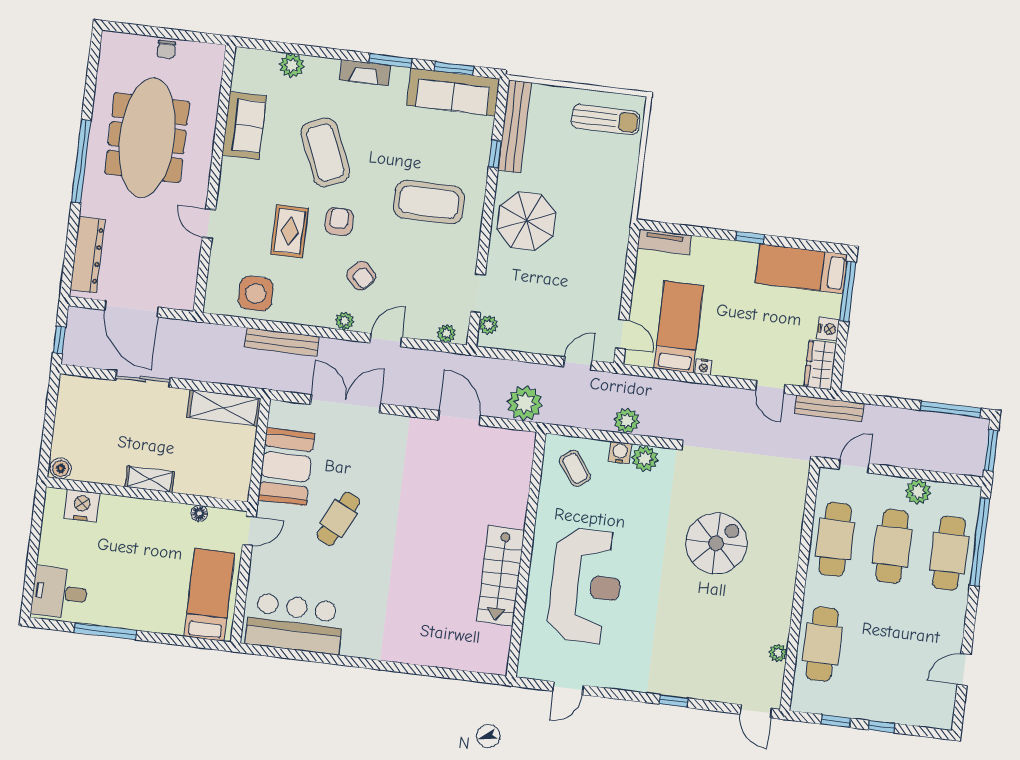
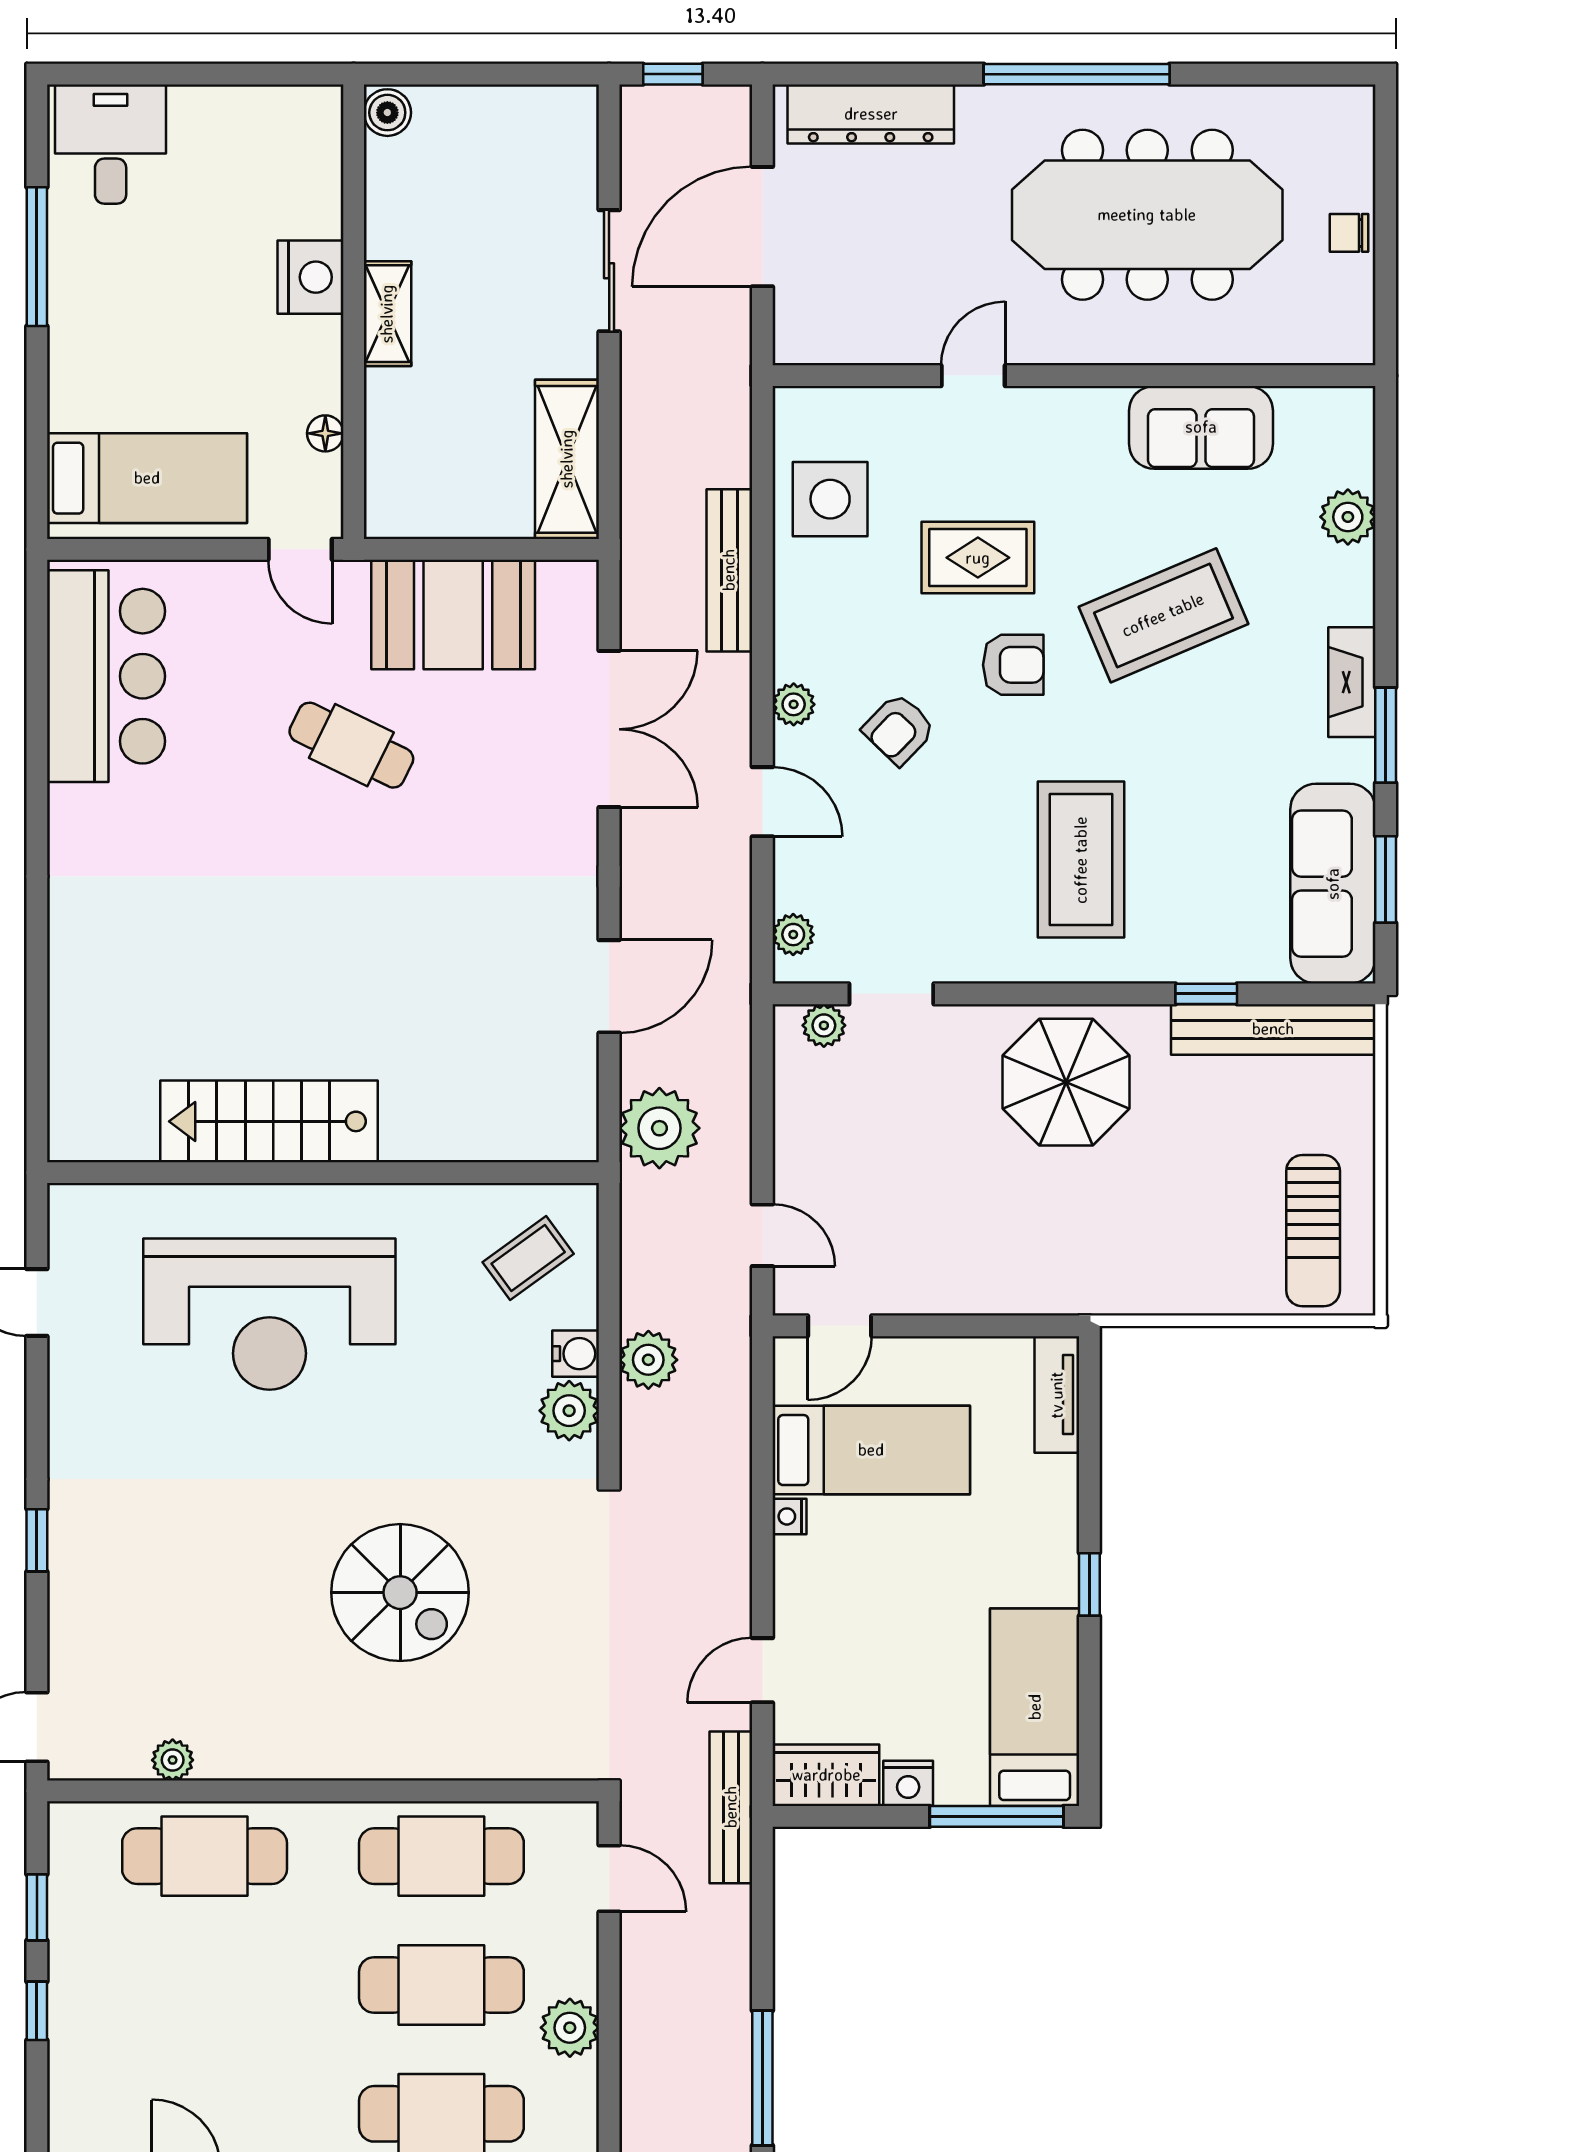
nightstand: (82, 506) -> (311, 277), moved

